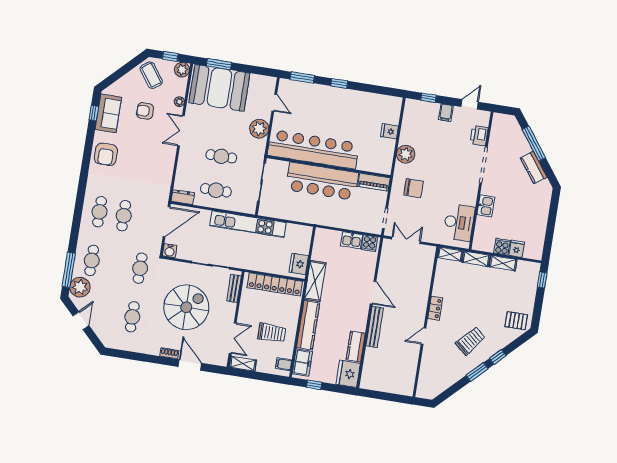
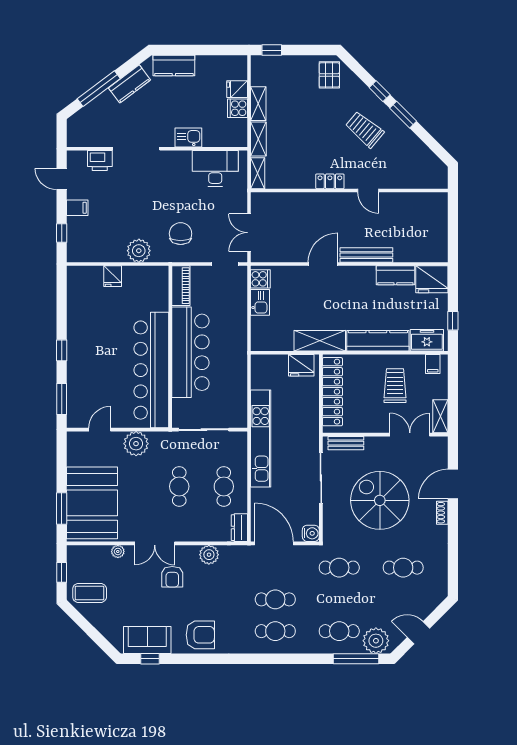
plant: (182, 70) -> (209, 555), moved
coffee table: (151, 75) -> (90, 593), turned 36
armchair: (145, 111) -> (172, 577), moved
kitchen counter: (542, 204) -> (174, 65), added

